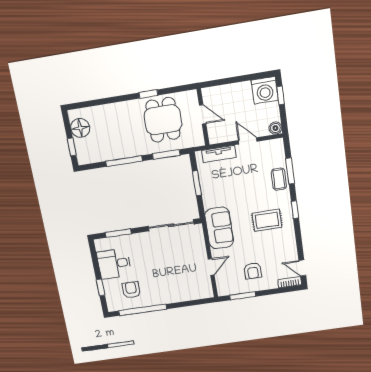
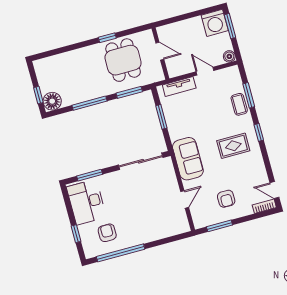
window: (281, 95) -> (230, 26), width x1.50
floor lamp: (80, 128) -> (52, 101), moved
desk: (114, 264) -> (86, 202), width x1.37

